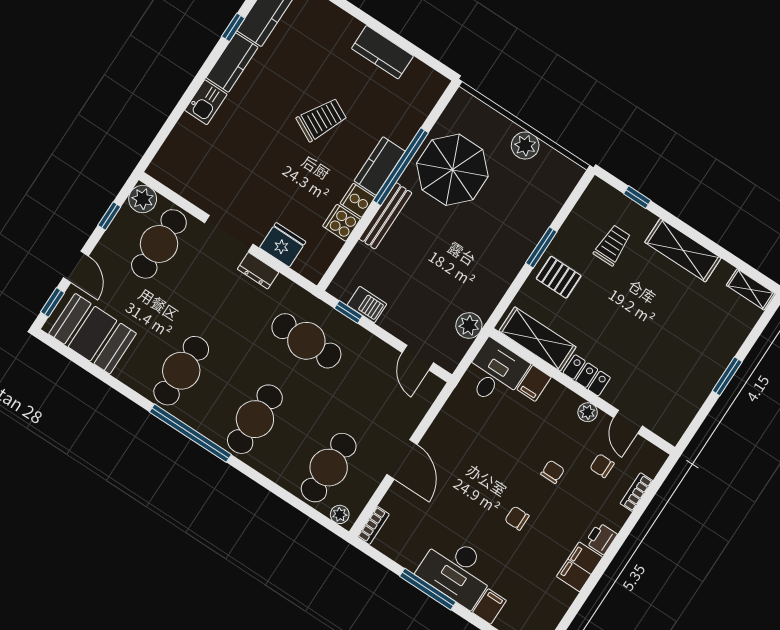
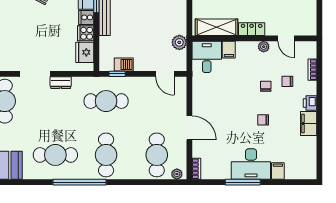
fridge: (283, 245) -> (85, 52), moved, turned -90
cafe table: (181, 371) -> (55, 155), turned 90
chair: (602, 466) -> (287, 81), moved

